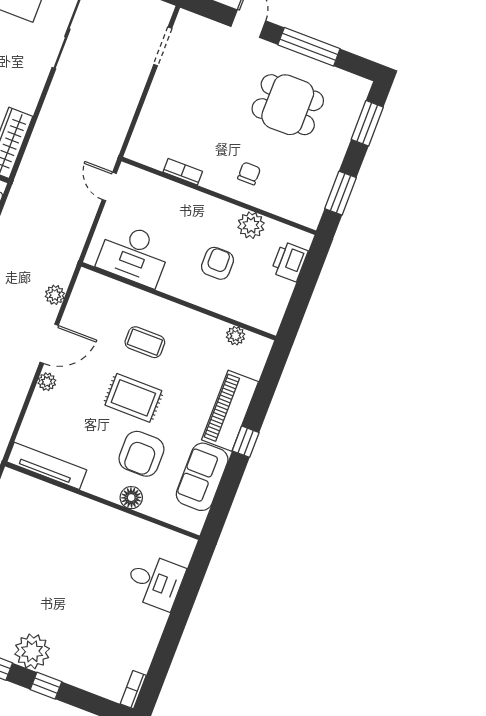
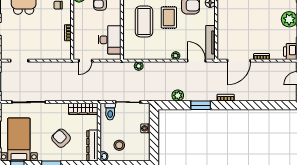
coffee table: (145, 342) -> (144, 21), width x1.86, depth x1.72
door: (49, 344) -> (196, 61), moved

